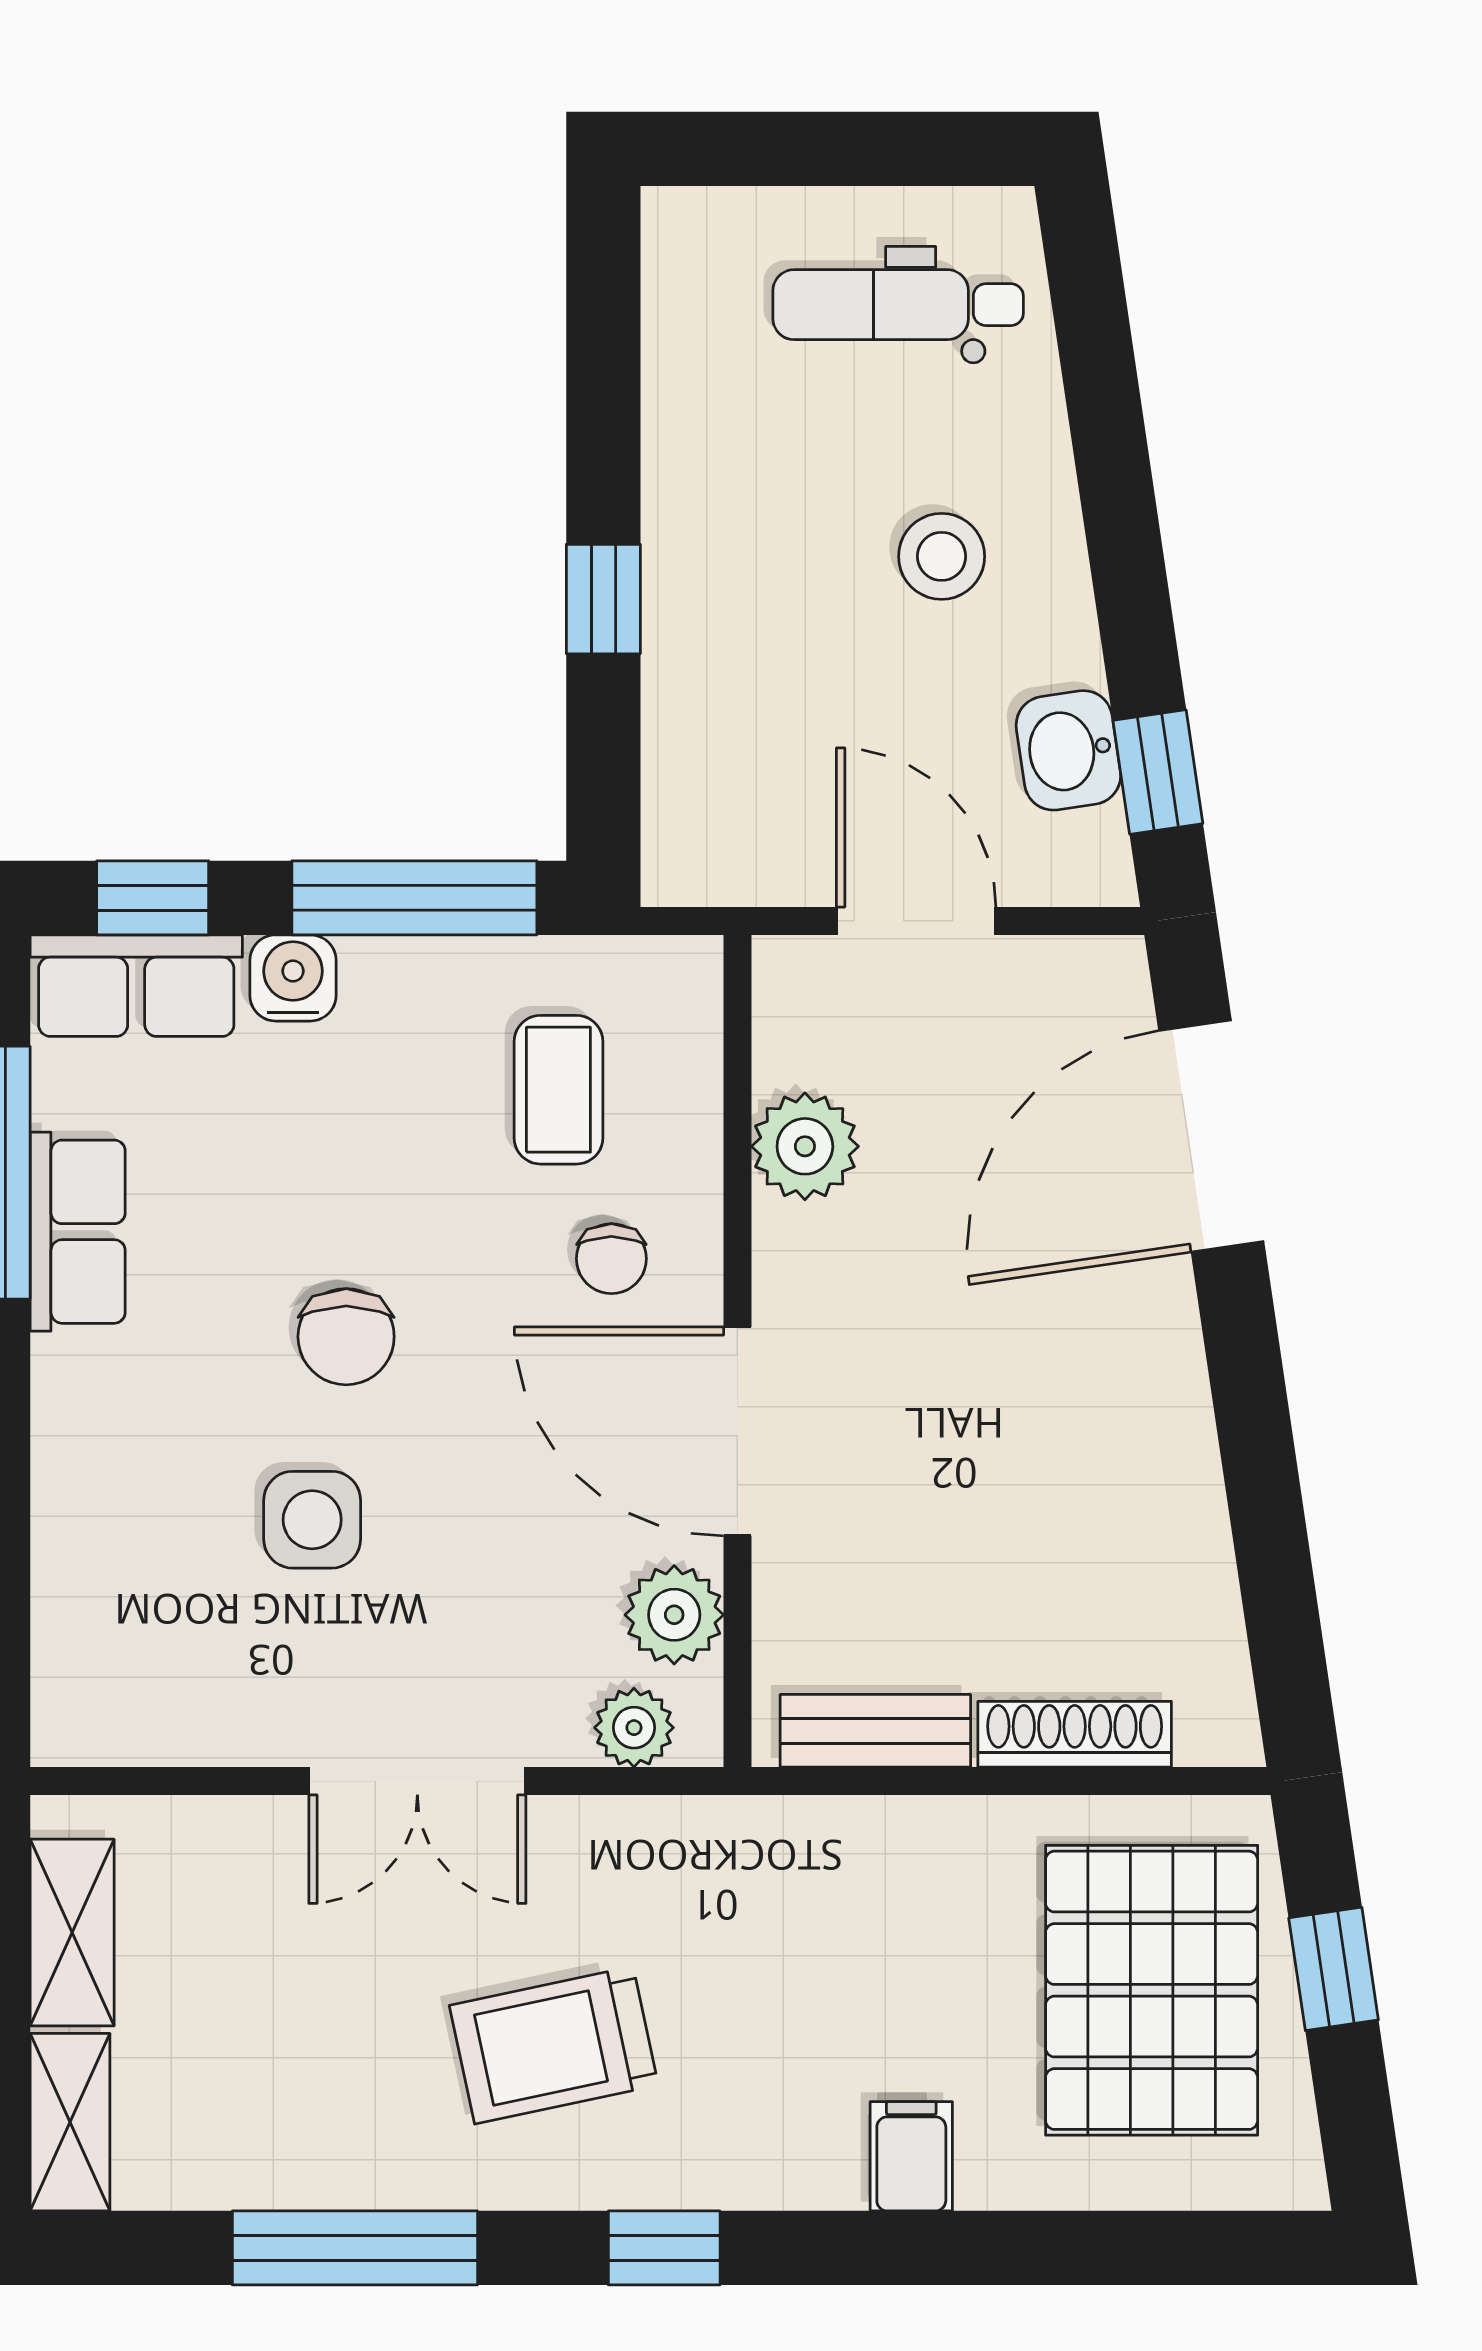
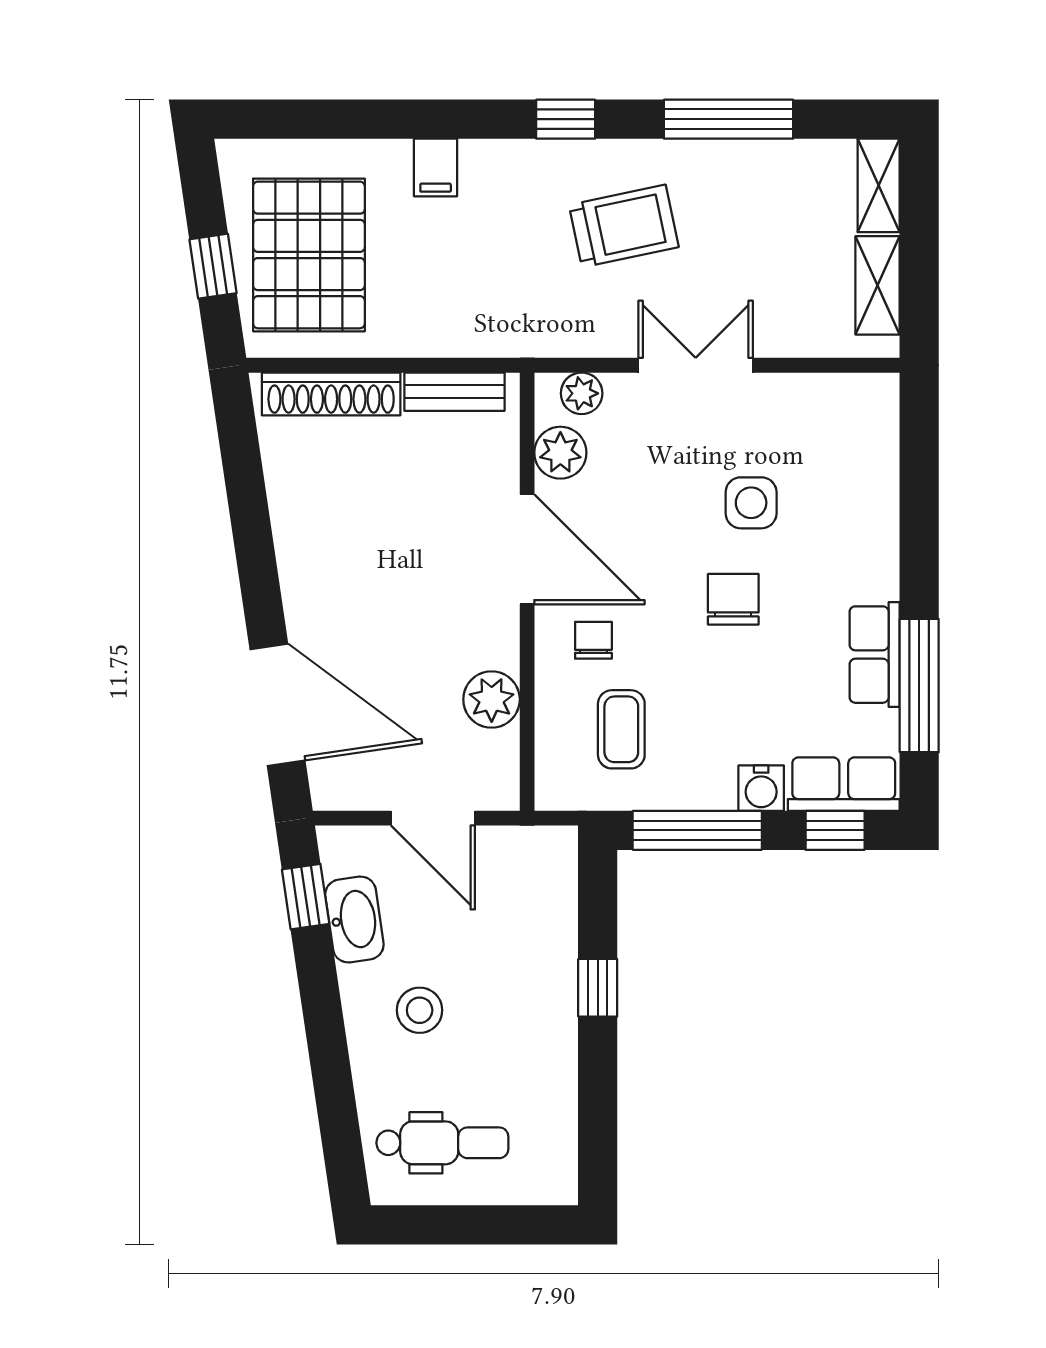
washbasin: (1068, 750) -> (354, 920), width x1.38
door: (1211, 1136) -> (277, 705), hinge flipped
shoe rack: (1075, 1734) -> (331, 394), width x1.36, depth x1.24

